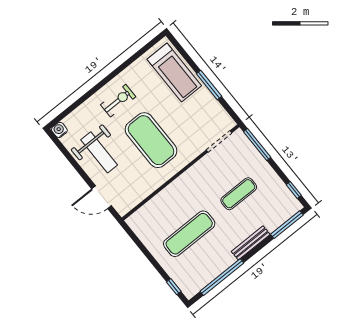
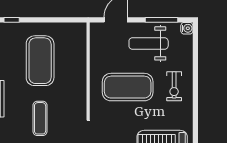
window: (70, 158) -> (162, 20), added
exercise mat: (189, 234) -> (40, 61), width x1.47

